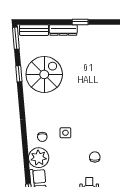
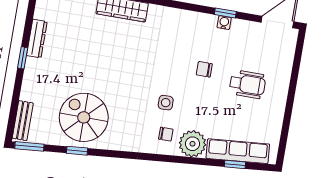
dresser: (63, 30) -> (37, 39), moved

